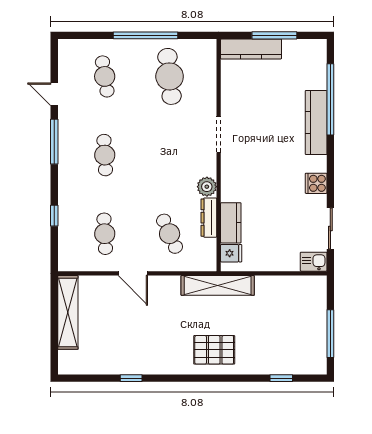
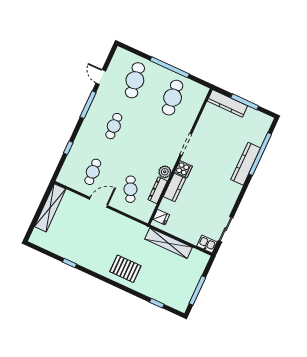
cafe table: (105, 76) -> (135, 80), width x1.37, depth x1.35
cooker: (316, 183) -> (183, 169), moved, turned 180
kitchen counter: (231, 223) -> (174, 187), moved
door: (133, 273) -> (99, 202), swing flipped
shelving: (218, 285) -> (169, 243), moved

